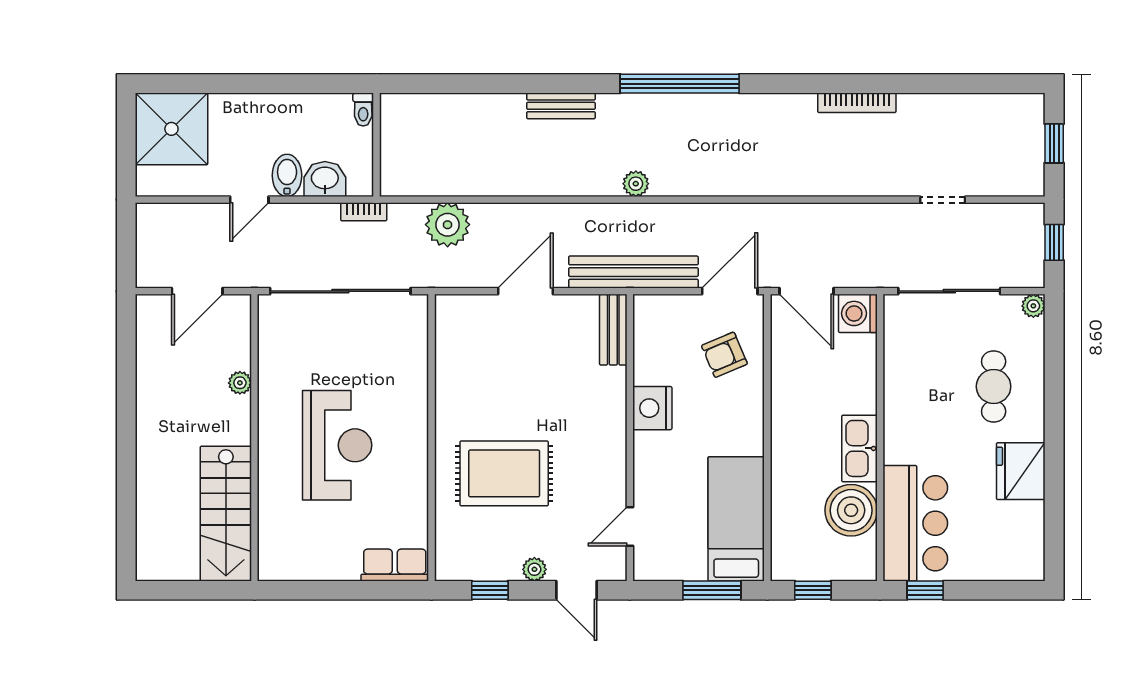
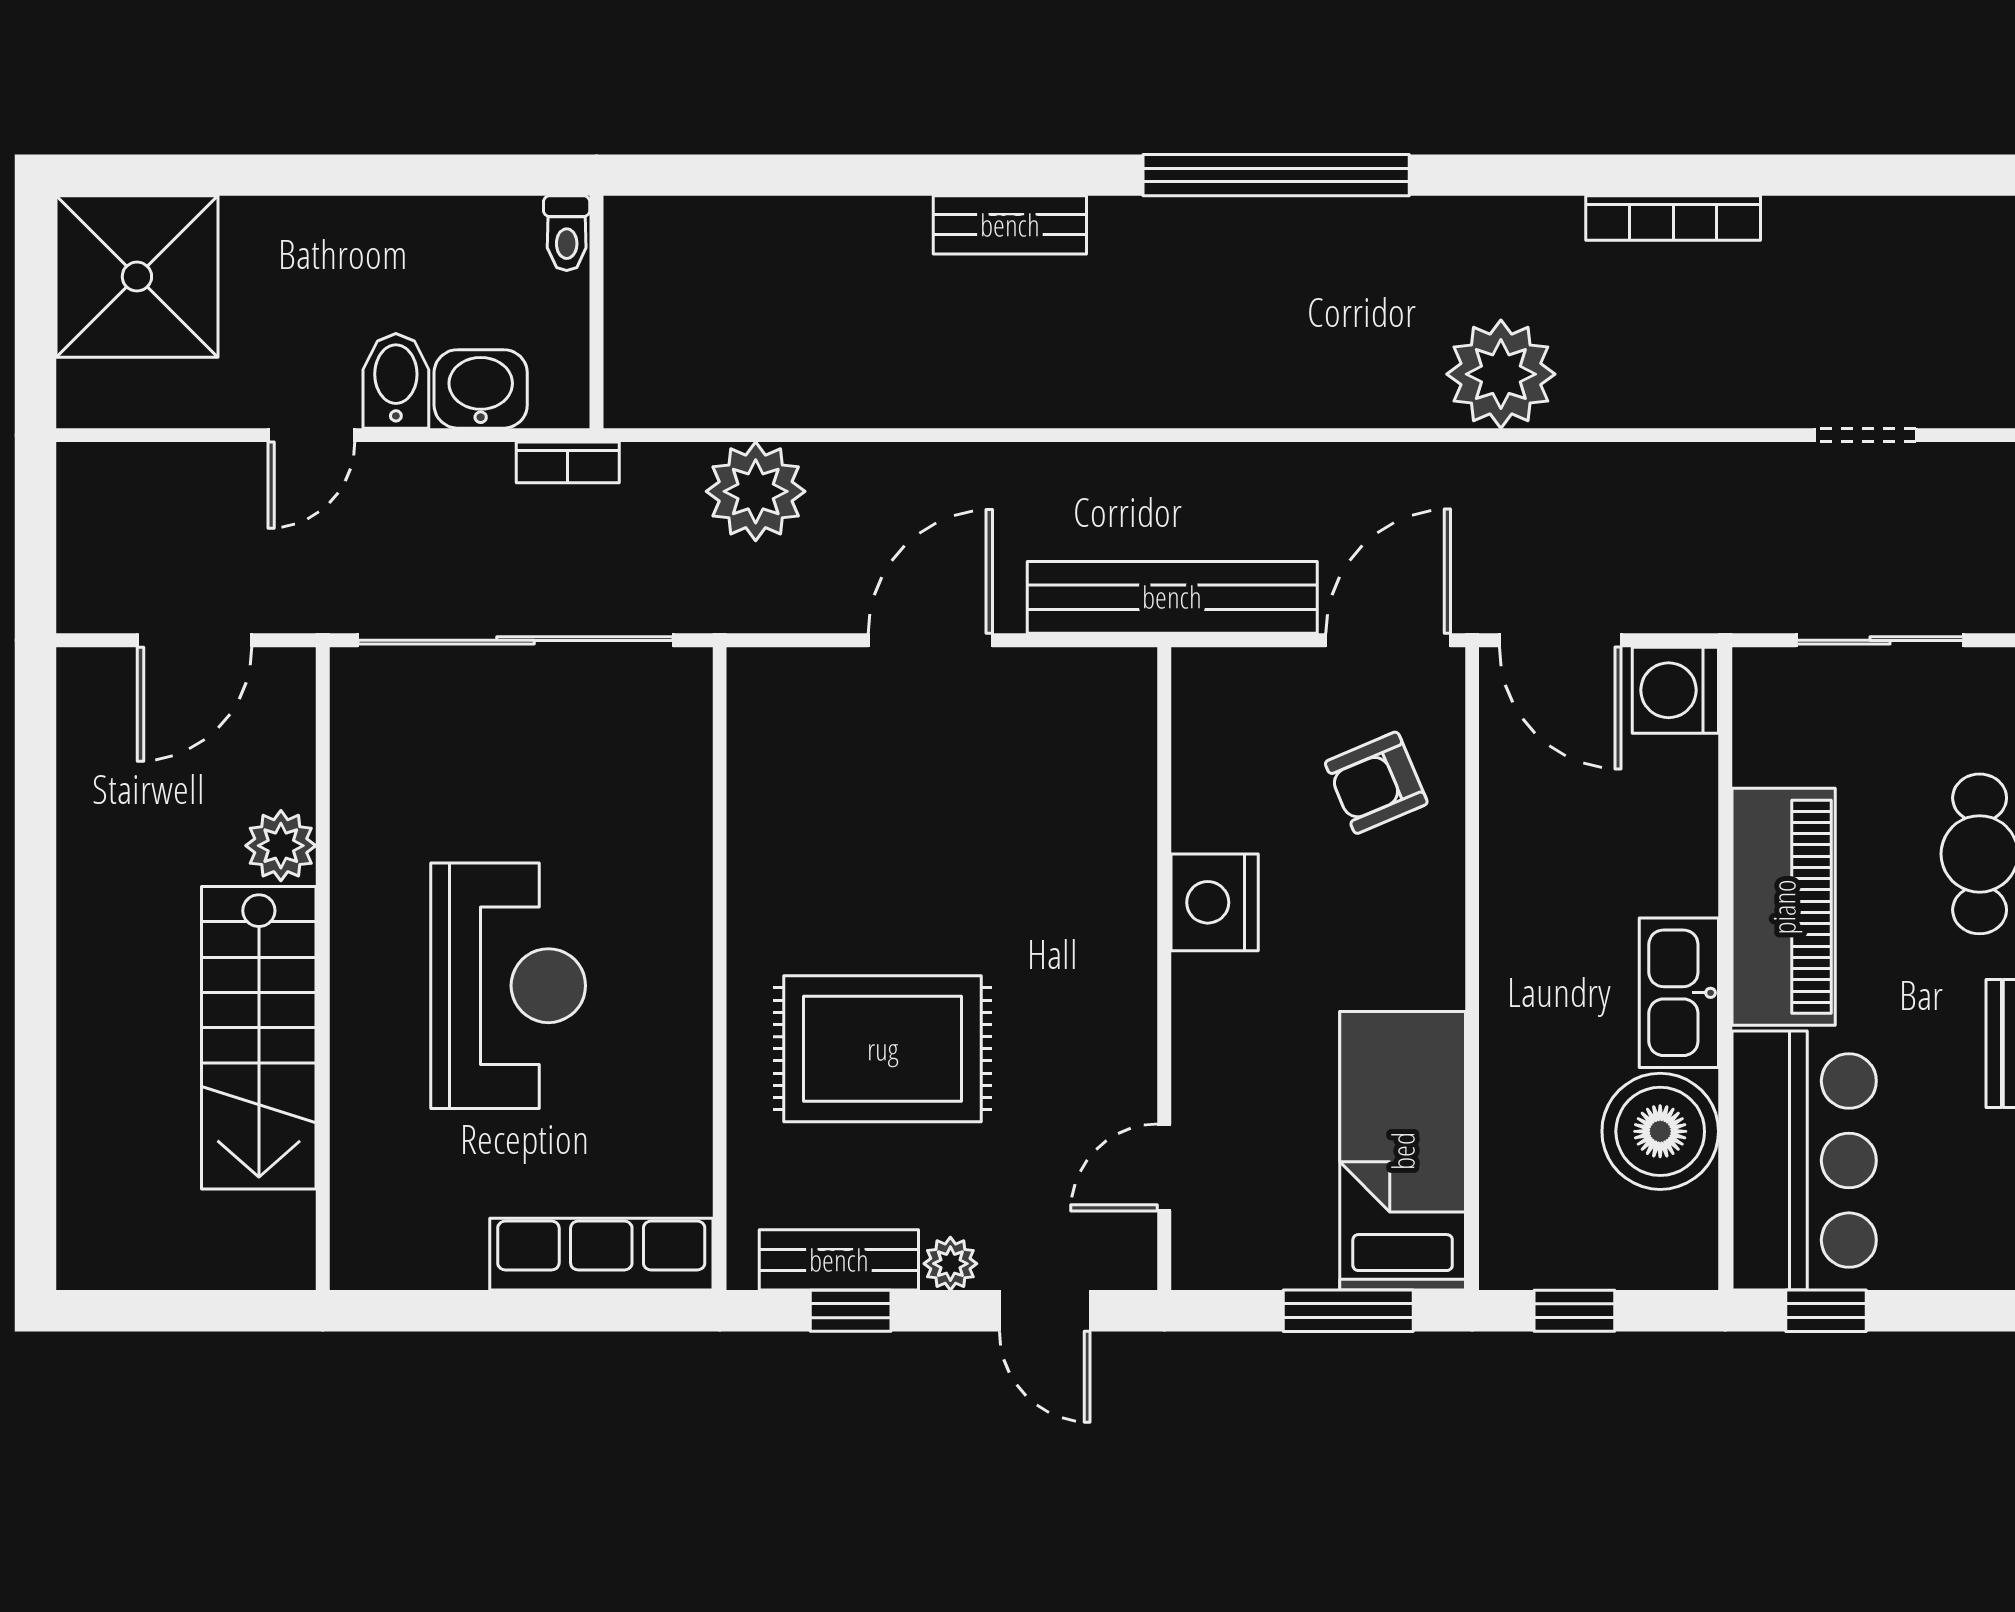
plant: (636, 184) -> (1501, 374), moved, width x1.88, depth x1.88
sliding door: (949, 291) -> (1880, 640), width x0.73
bench: (613, 330) -> (839, 1260), moved, turned 90
plant: (240, 383) -> (281, 846), width x1.38, depth x1.38
piano: (906, 410) -> (1784, 907), added
stairs: (226, 514) -> (259, 1038), moved
row of seats: (395, 565) -> (601, 1254), width x1.48

